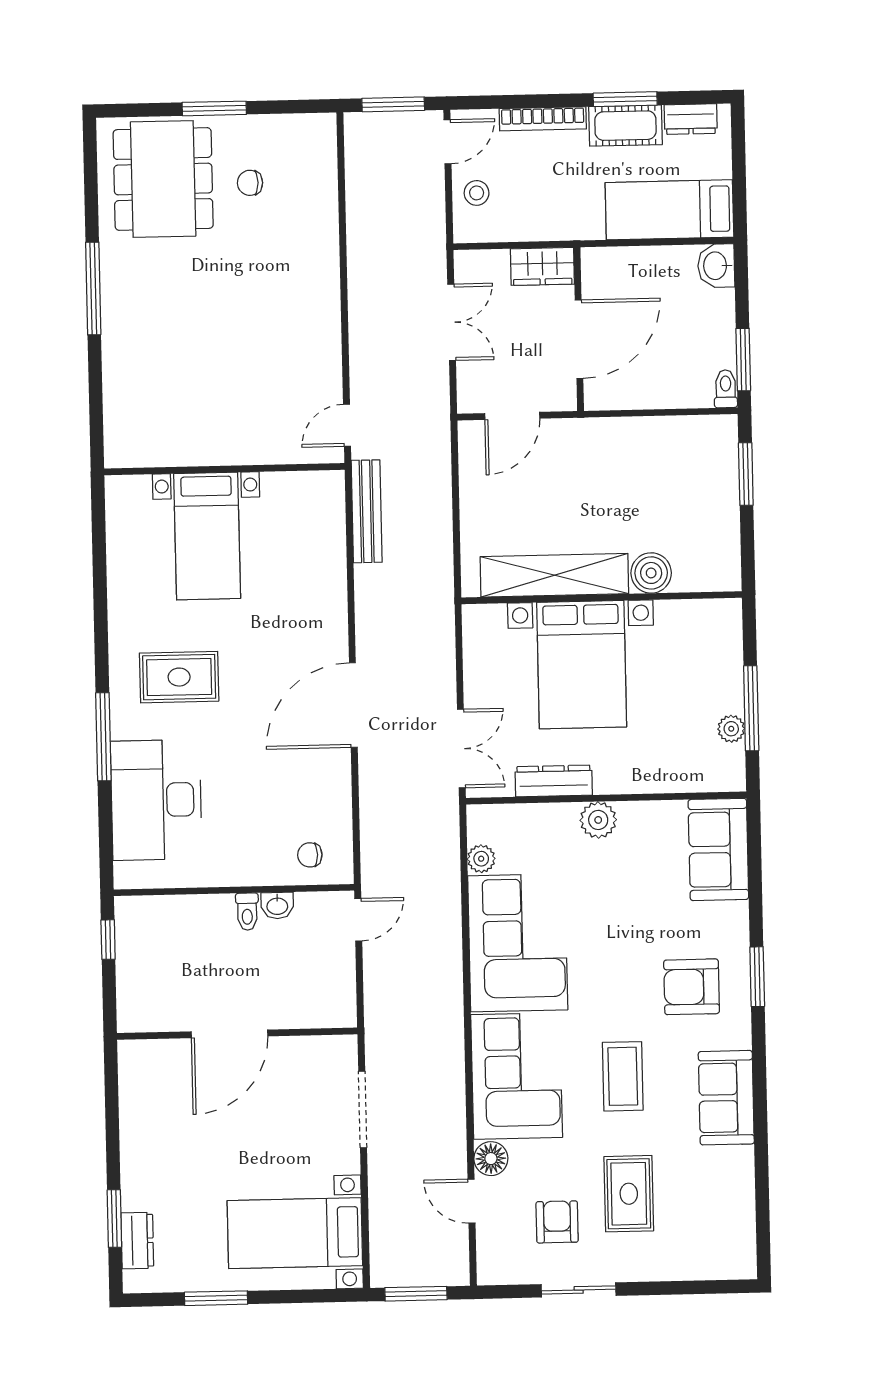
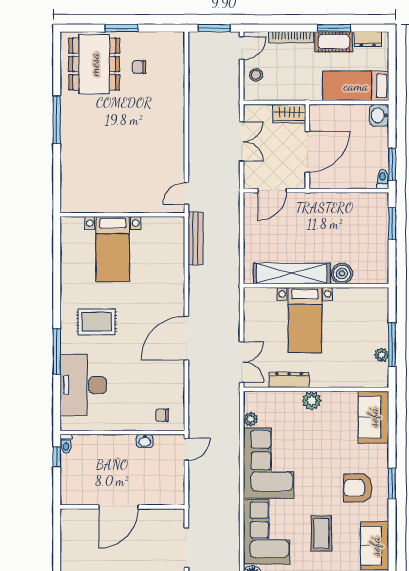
bed with nightstands: (582, 665) -> (305, 320), width x0.73
toilet: (247, 912) -> (66, 444), moved

